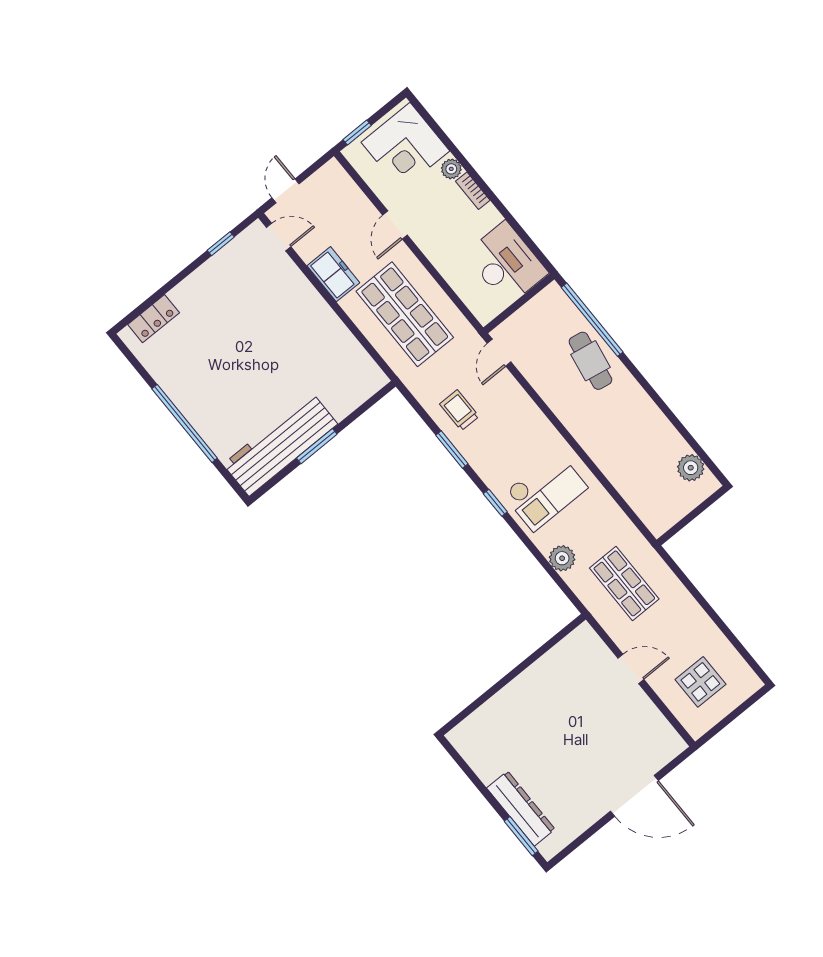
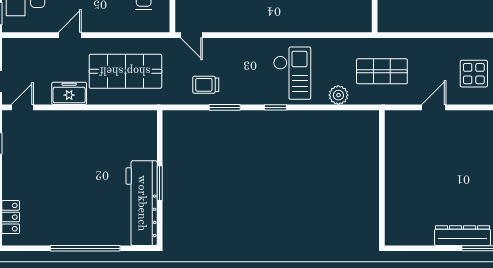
door: (395, 225) -> (70, 35), swing flipped

